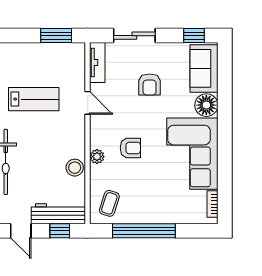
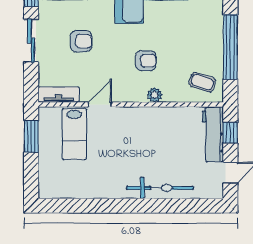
sliding door: (134, 36) -> (31, 41), moved
lab bench: (34, 99) -> (74, 134), moved, turned 180
armchair: (130, 148) -> (146, 61), turned 90
stool: (75, 168) -> (166, 118), removed

